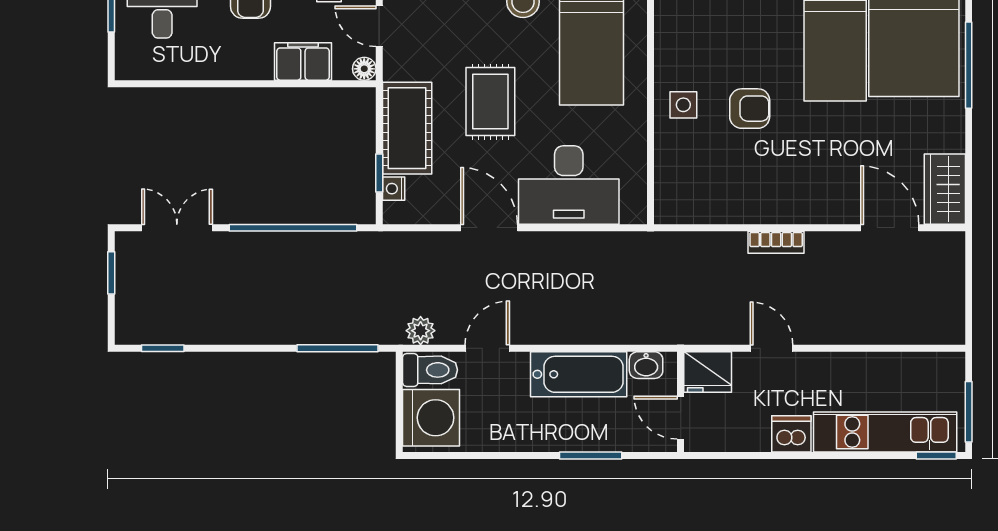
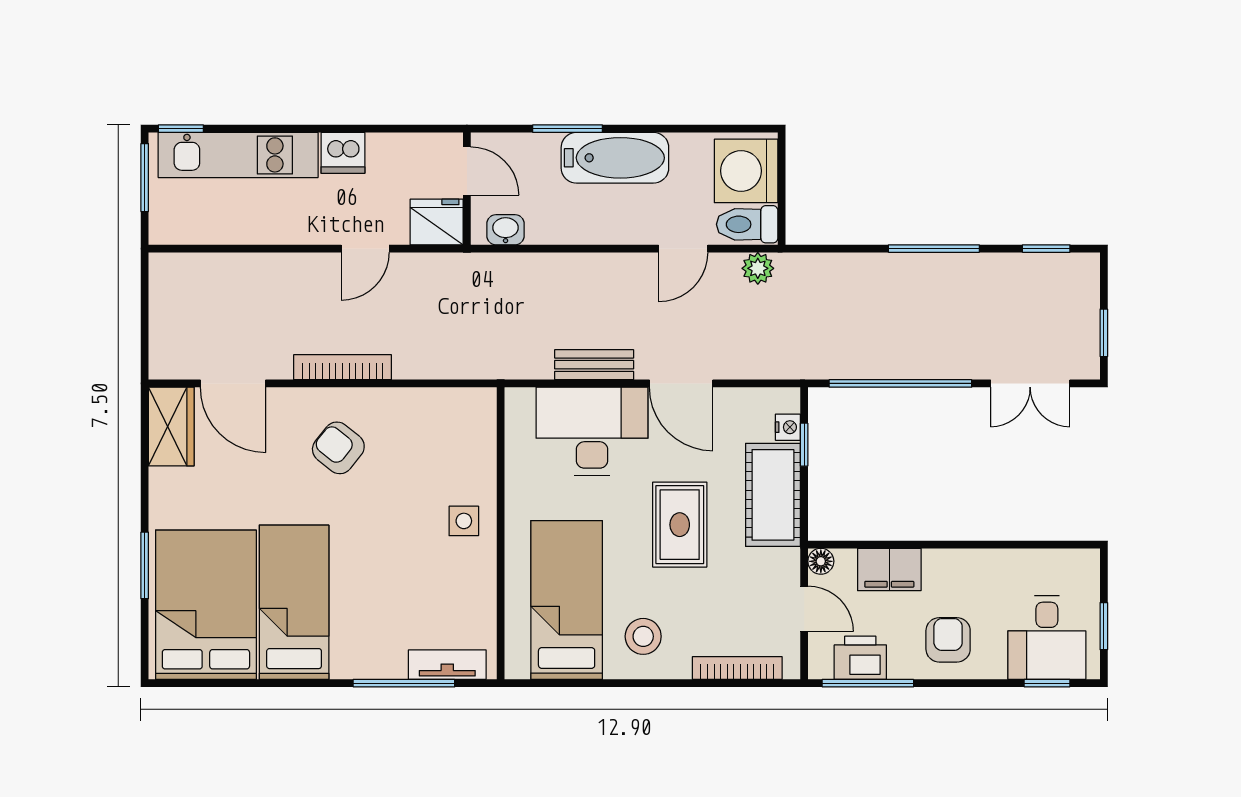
window: (969, 65) -> (145, 565), width x0.69
armchair: (750, 109) -> (338, 448), moved, turned 39
bookcase: (776, 242) -> (343, 367), width x1.56
bench: (567, 245) -> (594, 365), added
window: (338, 348) -> (934, 249), moved
door: (772, 348) -> (365, 249), hinge flipped
bathtub: (579, 374) -> (615, 158), moved, turned 180

